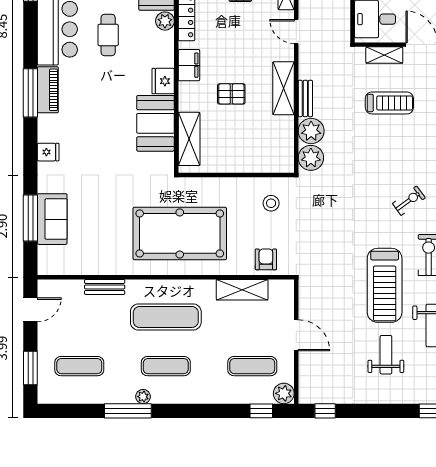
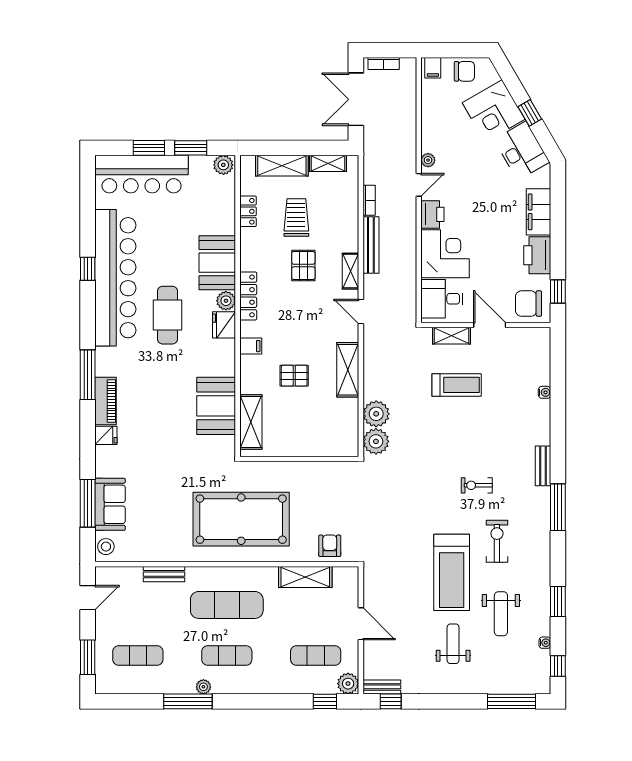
cafe table: (108, 35) -> (168, 315), width x1.37, depth x1.35
filing cabinet: (189, 65) -> (251, 346), width x0.50
fridge: (163, 81) -> (224, 325), moved
piano: (48, 90) -> (106, 401), moved
bench: (305, 98) -> (382, 687), moved, turned 90
exercise bike: (409, 201) -> (477, 485), turned -144
stool: (271, 203) -> (106, 547), moved

